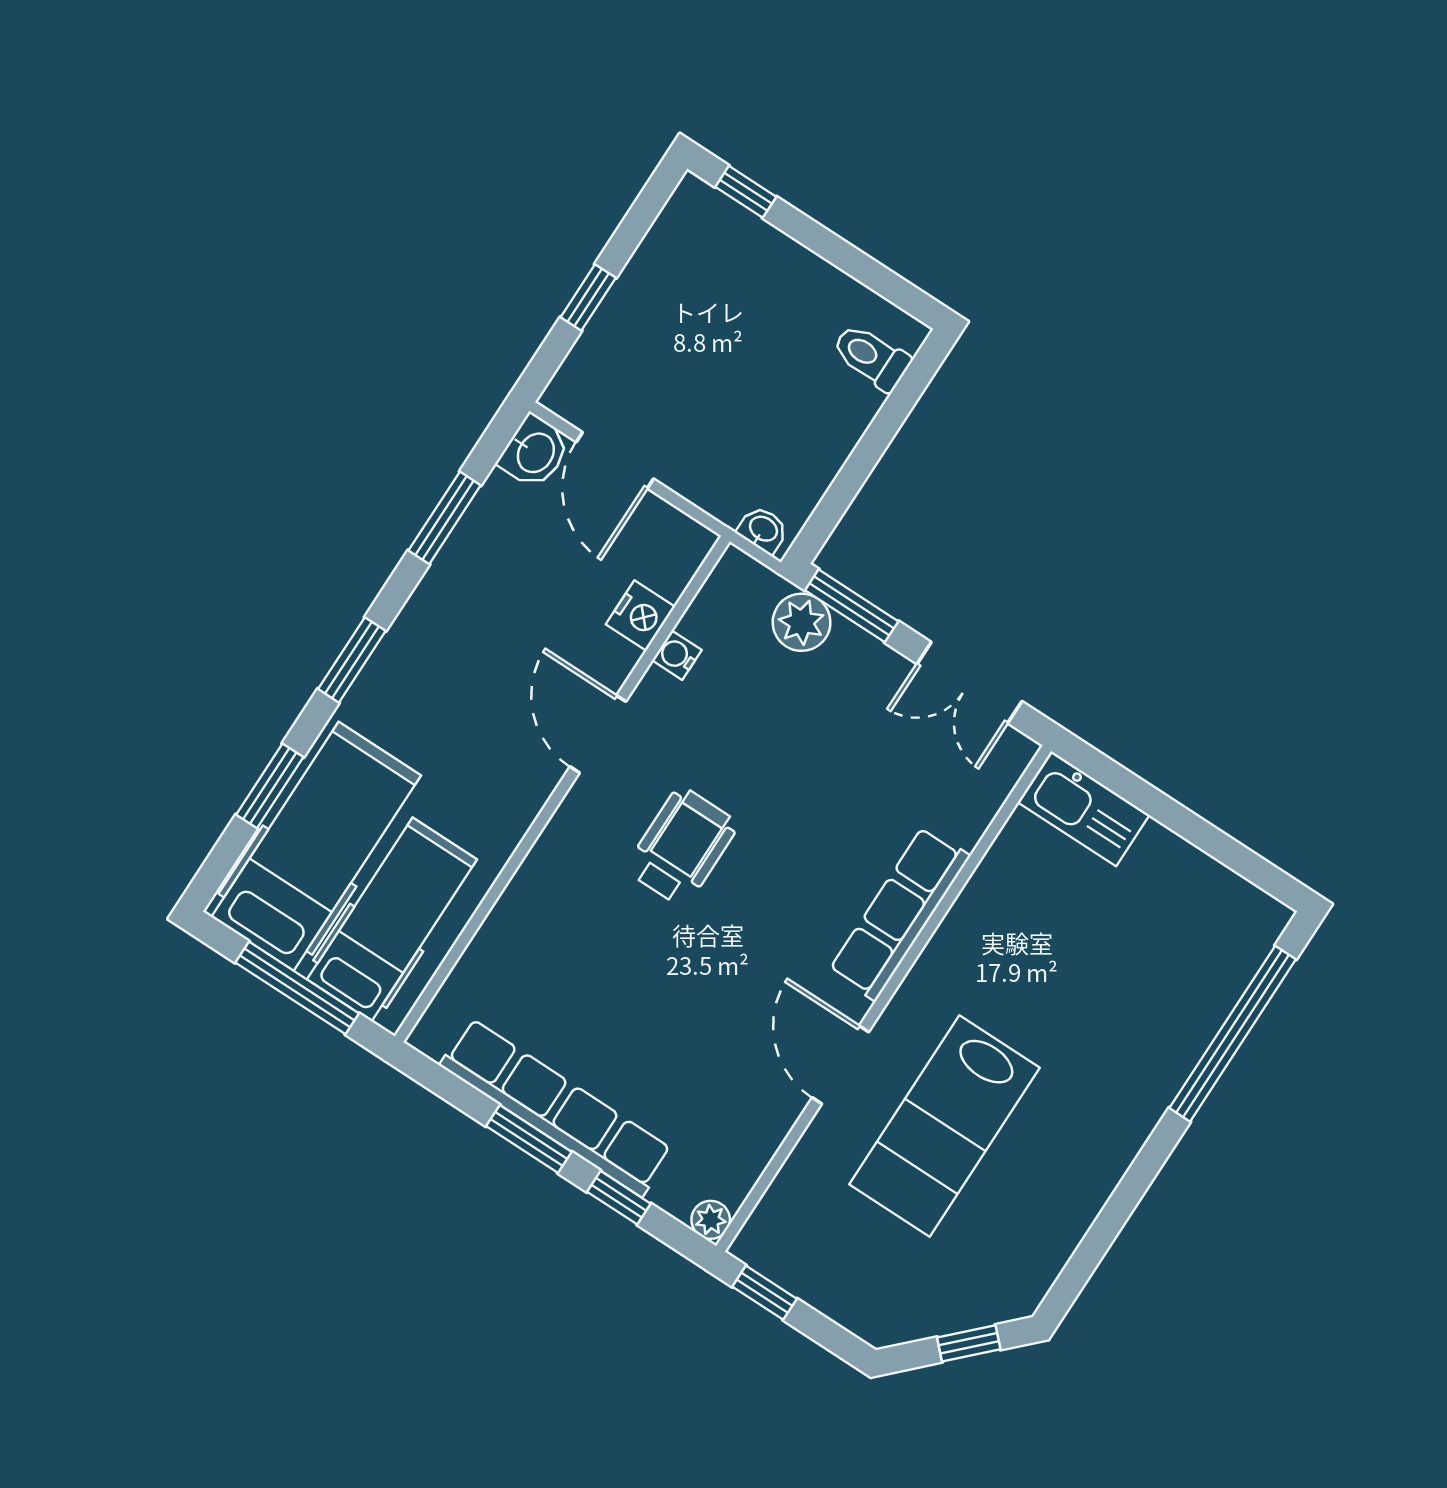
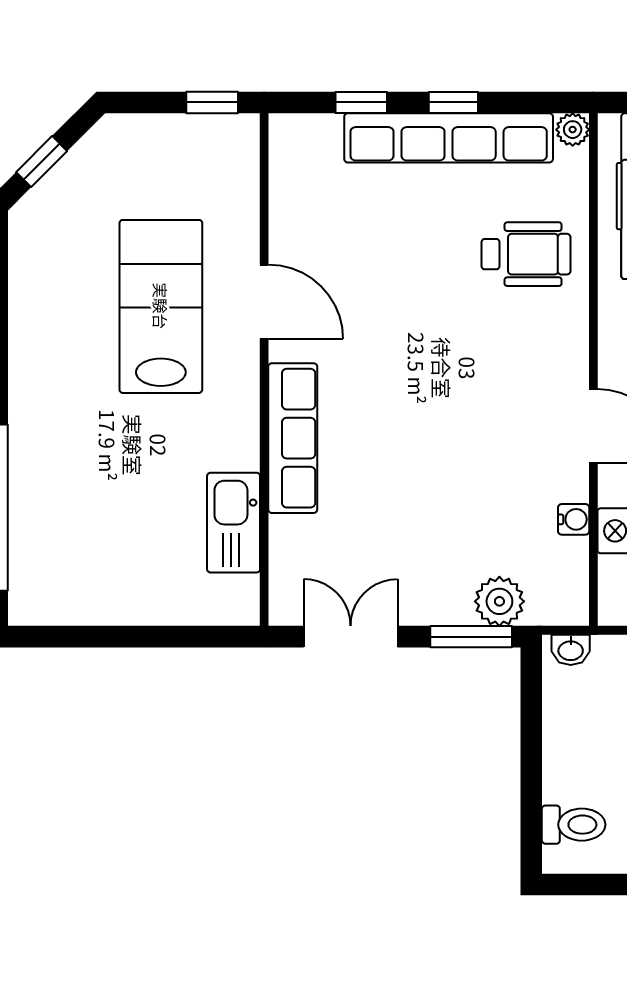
kitchen sink: (1084, 809) -> (234, 523), moved, turned -90
wheelchair: (682, 847) -> (526, 254), moved, turned -90
window: (529, 1139) -> (453, 102), width x0.67
plant: (711, 1220) -> (573, 130), moved

